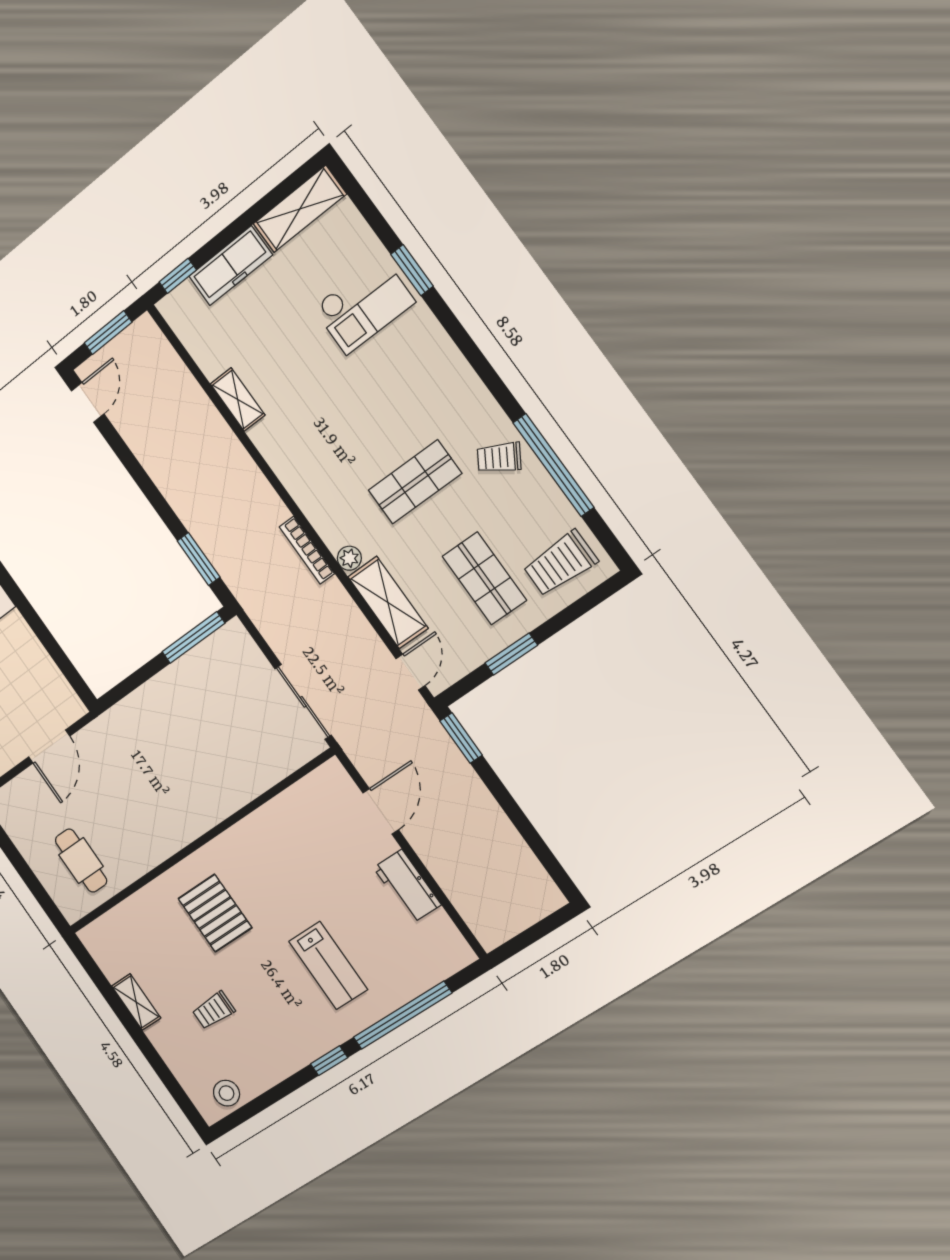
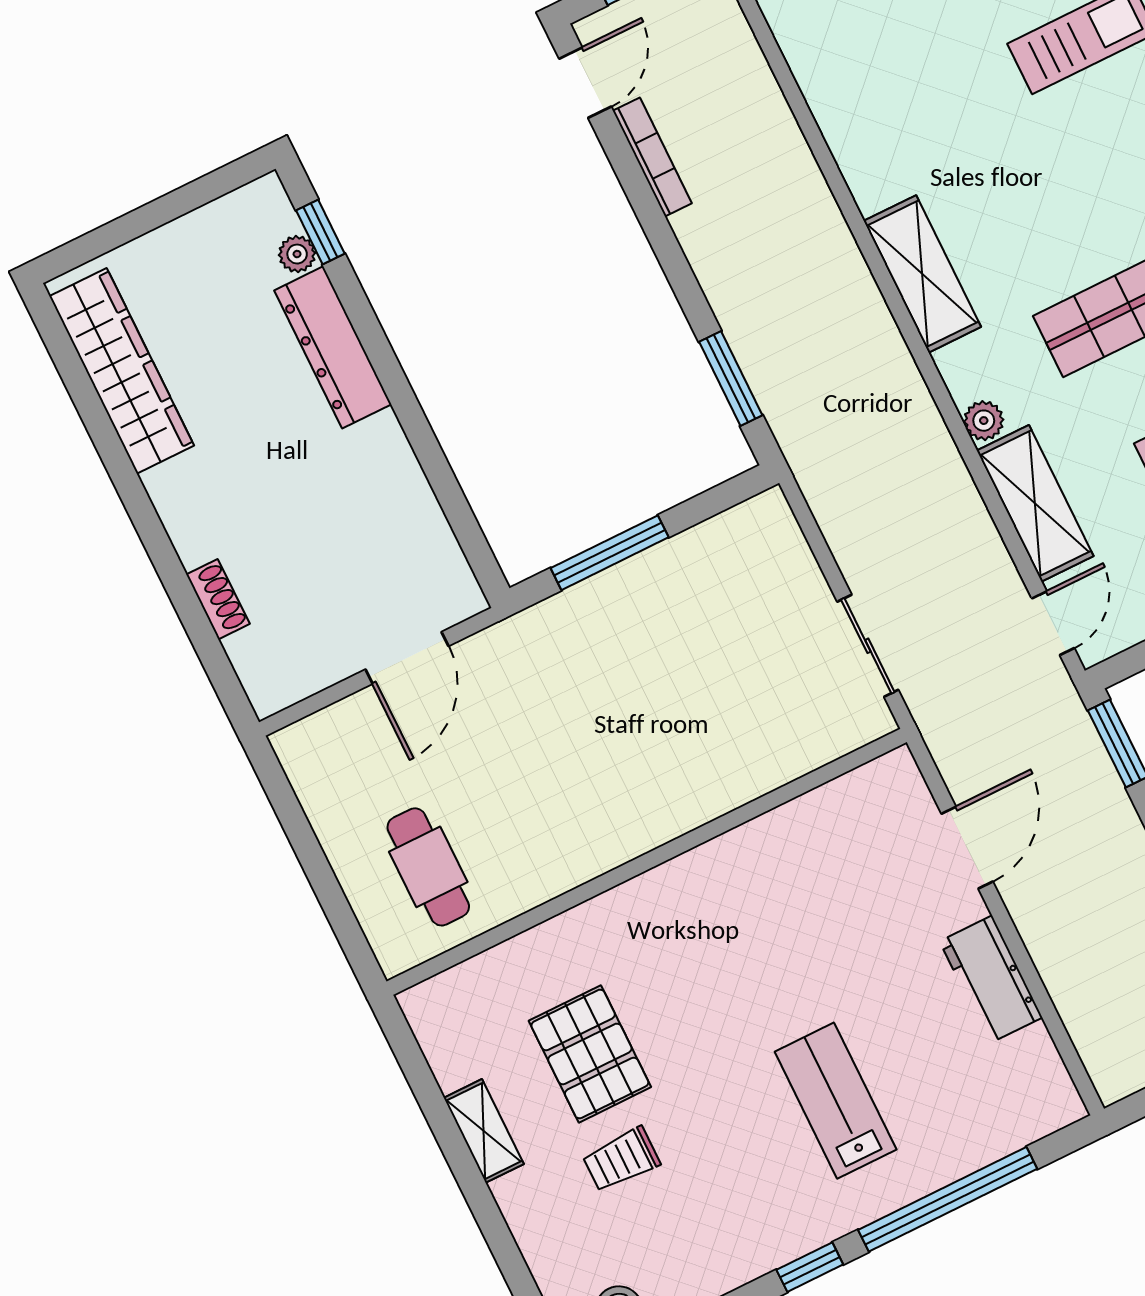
shelving: (238, 399) -> (922, 274), moved, width x1.50, depth x1.33
bookcase: (307, 550) -> (652, 157), moved, turned 180
window: (193, 637) -> (610, 553), moved
sliding door: (303, 702) -> (868, 646), width x0.73
pallet: (215, 913) -> (590, 1054), moved
lab bench: (328, 965) -> (836, 1101), turned 180

